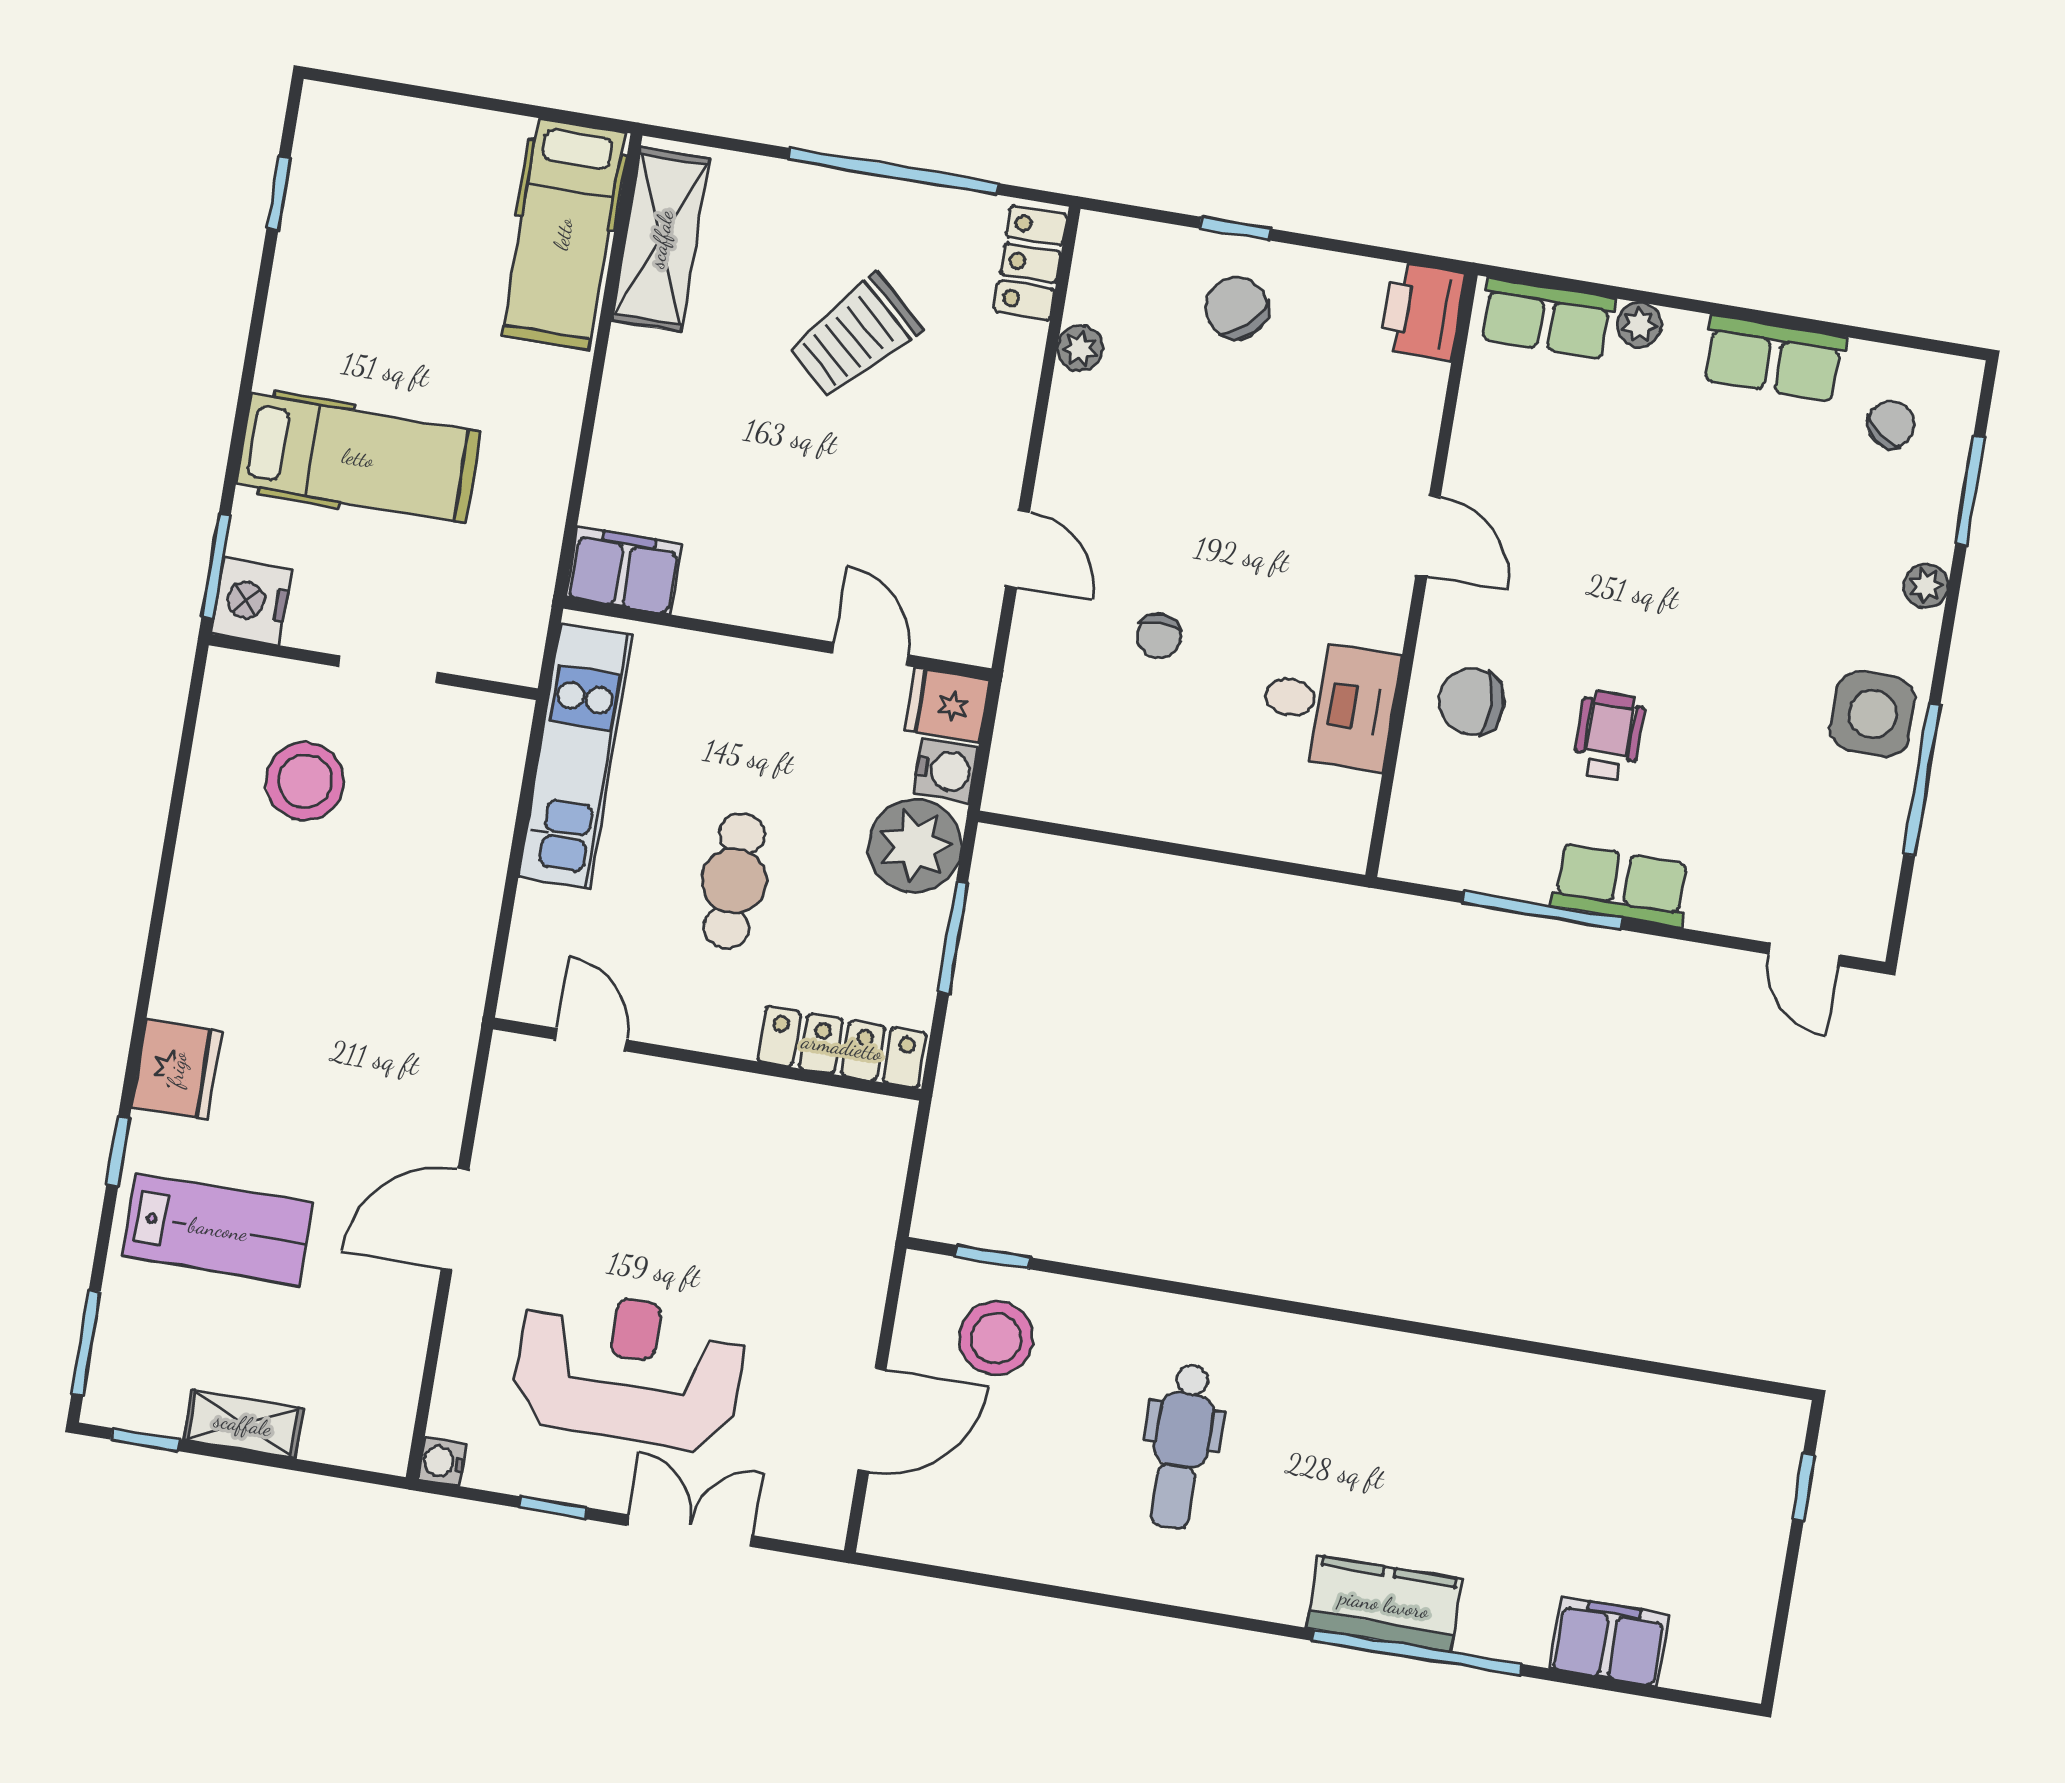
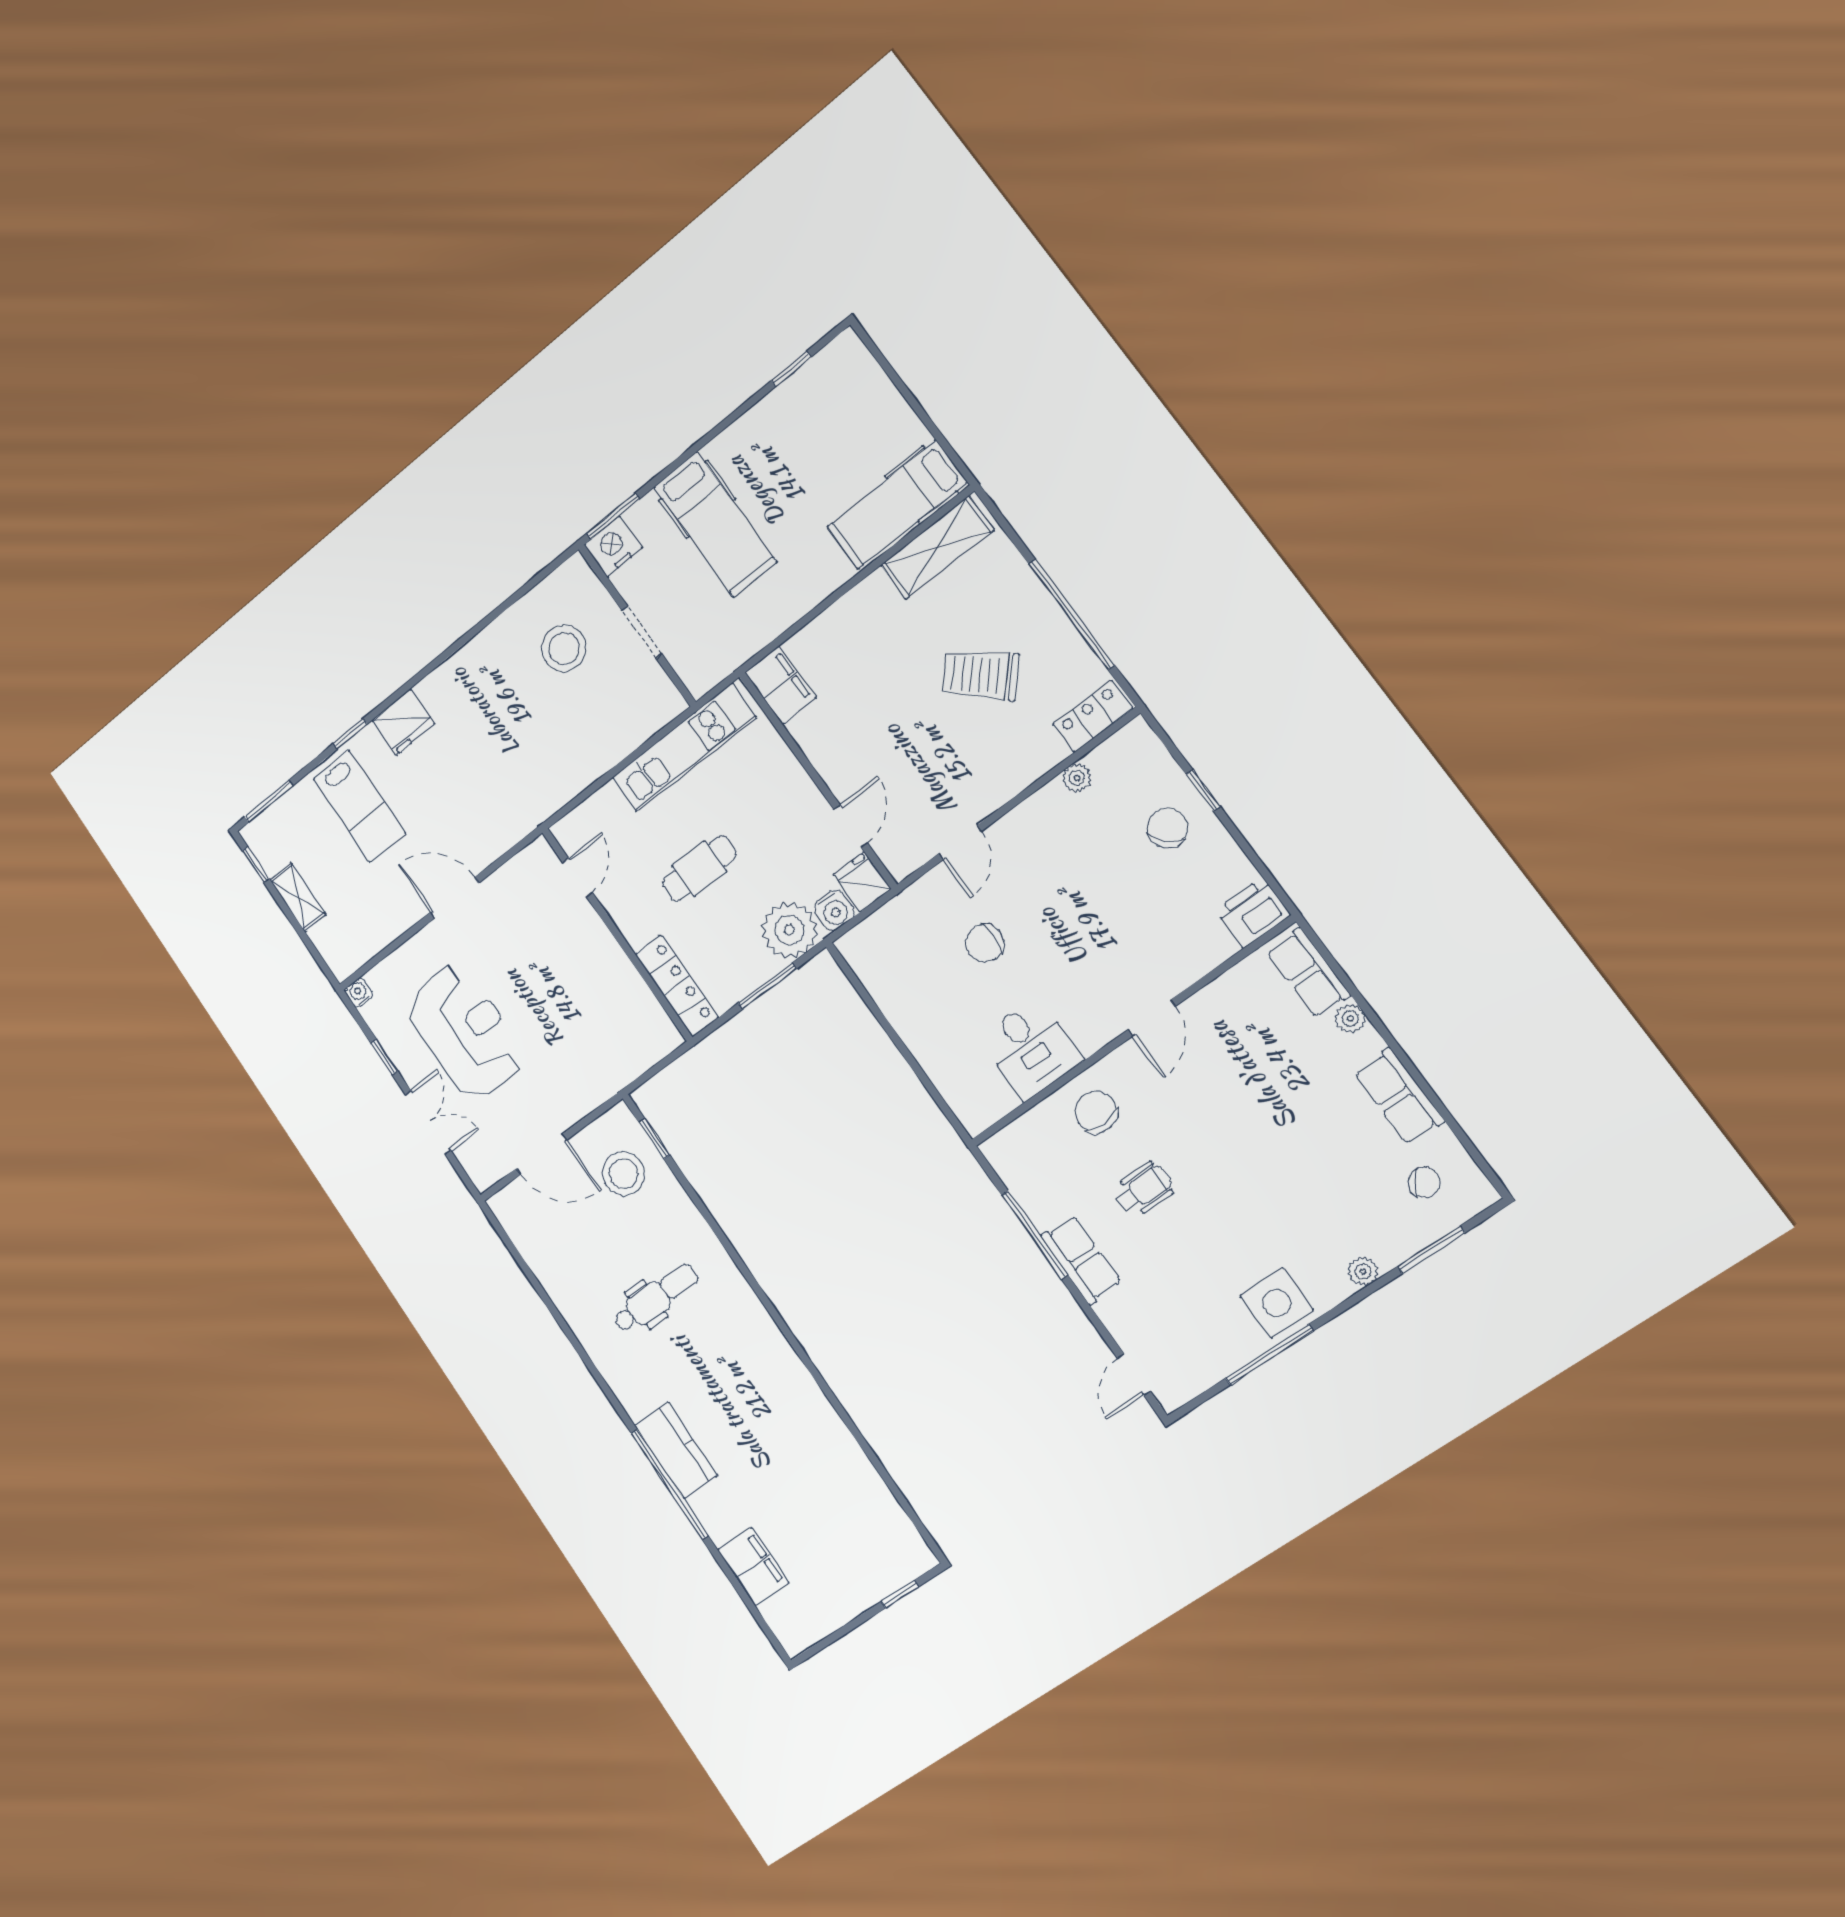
chair: (1159, 636) -> (985, 943), width x1.37, depth x1.37
dental chair: (1181, 1446) -> (656, 1298), turned 180

